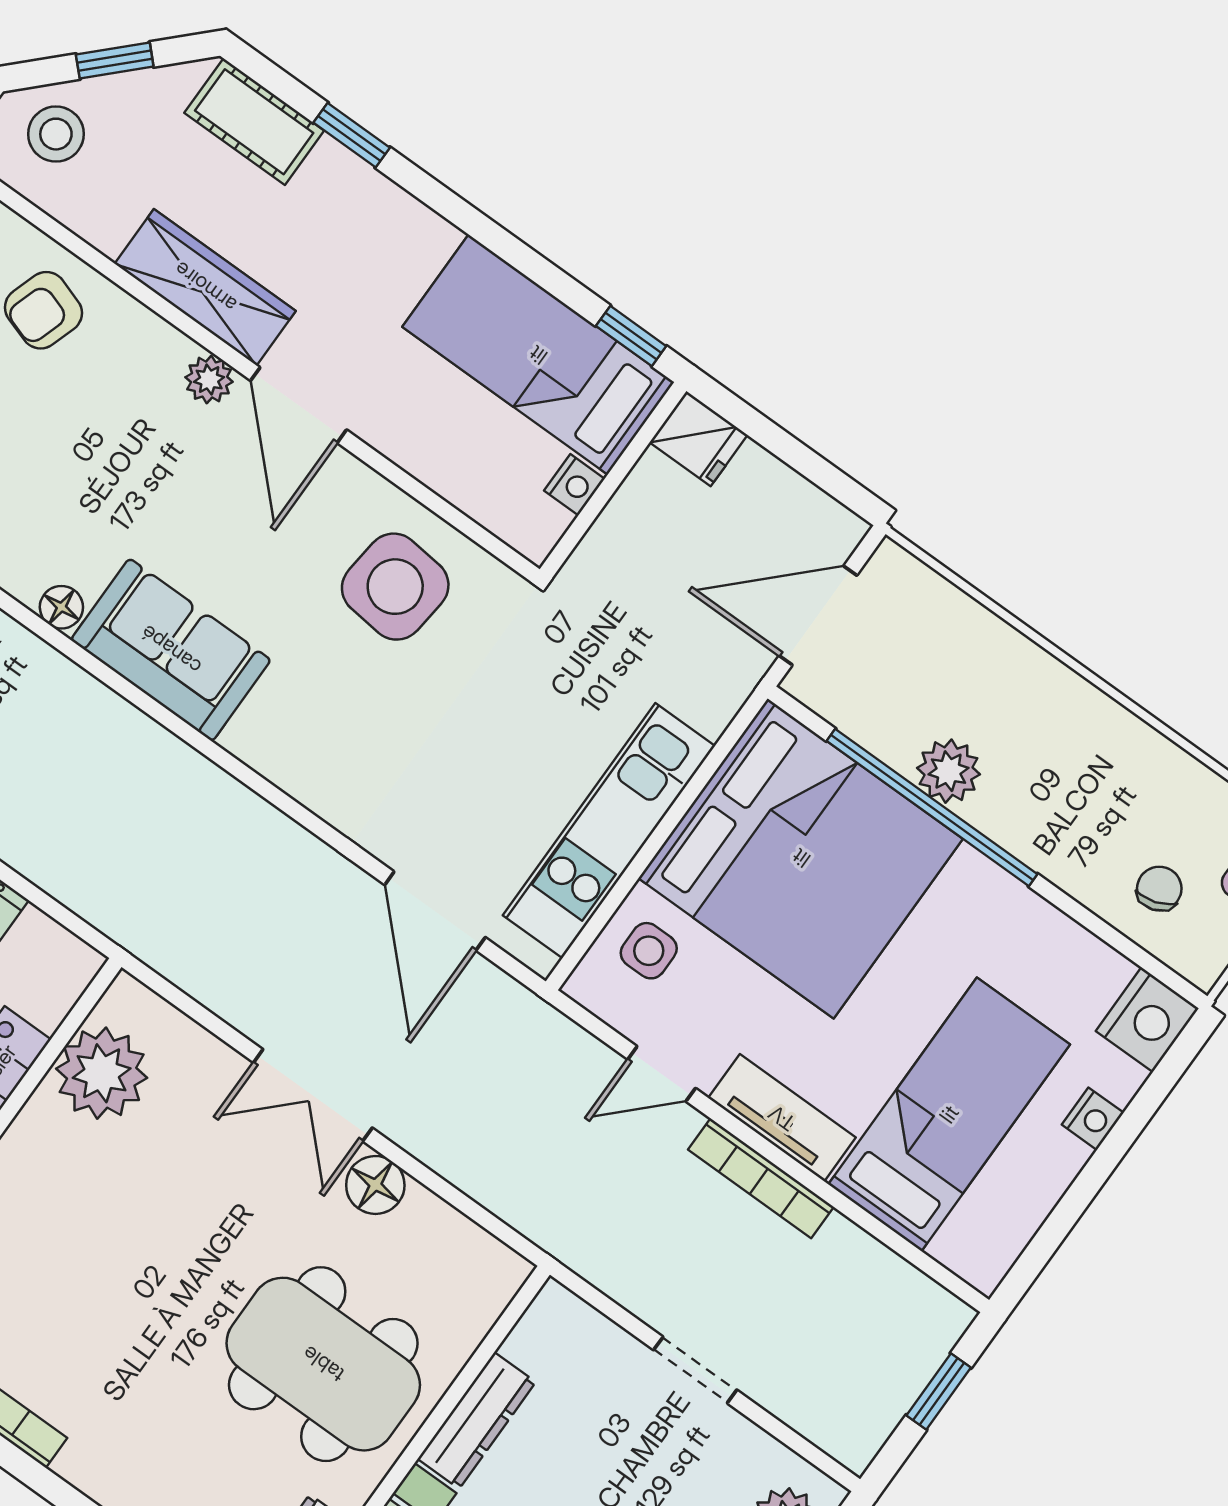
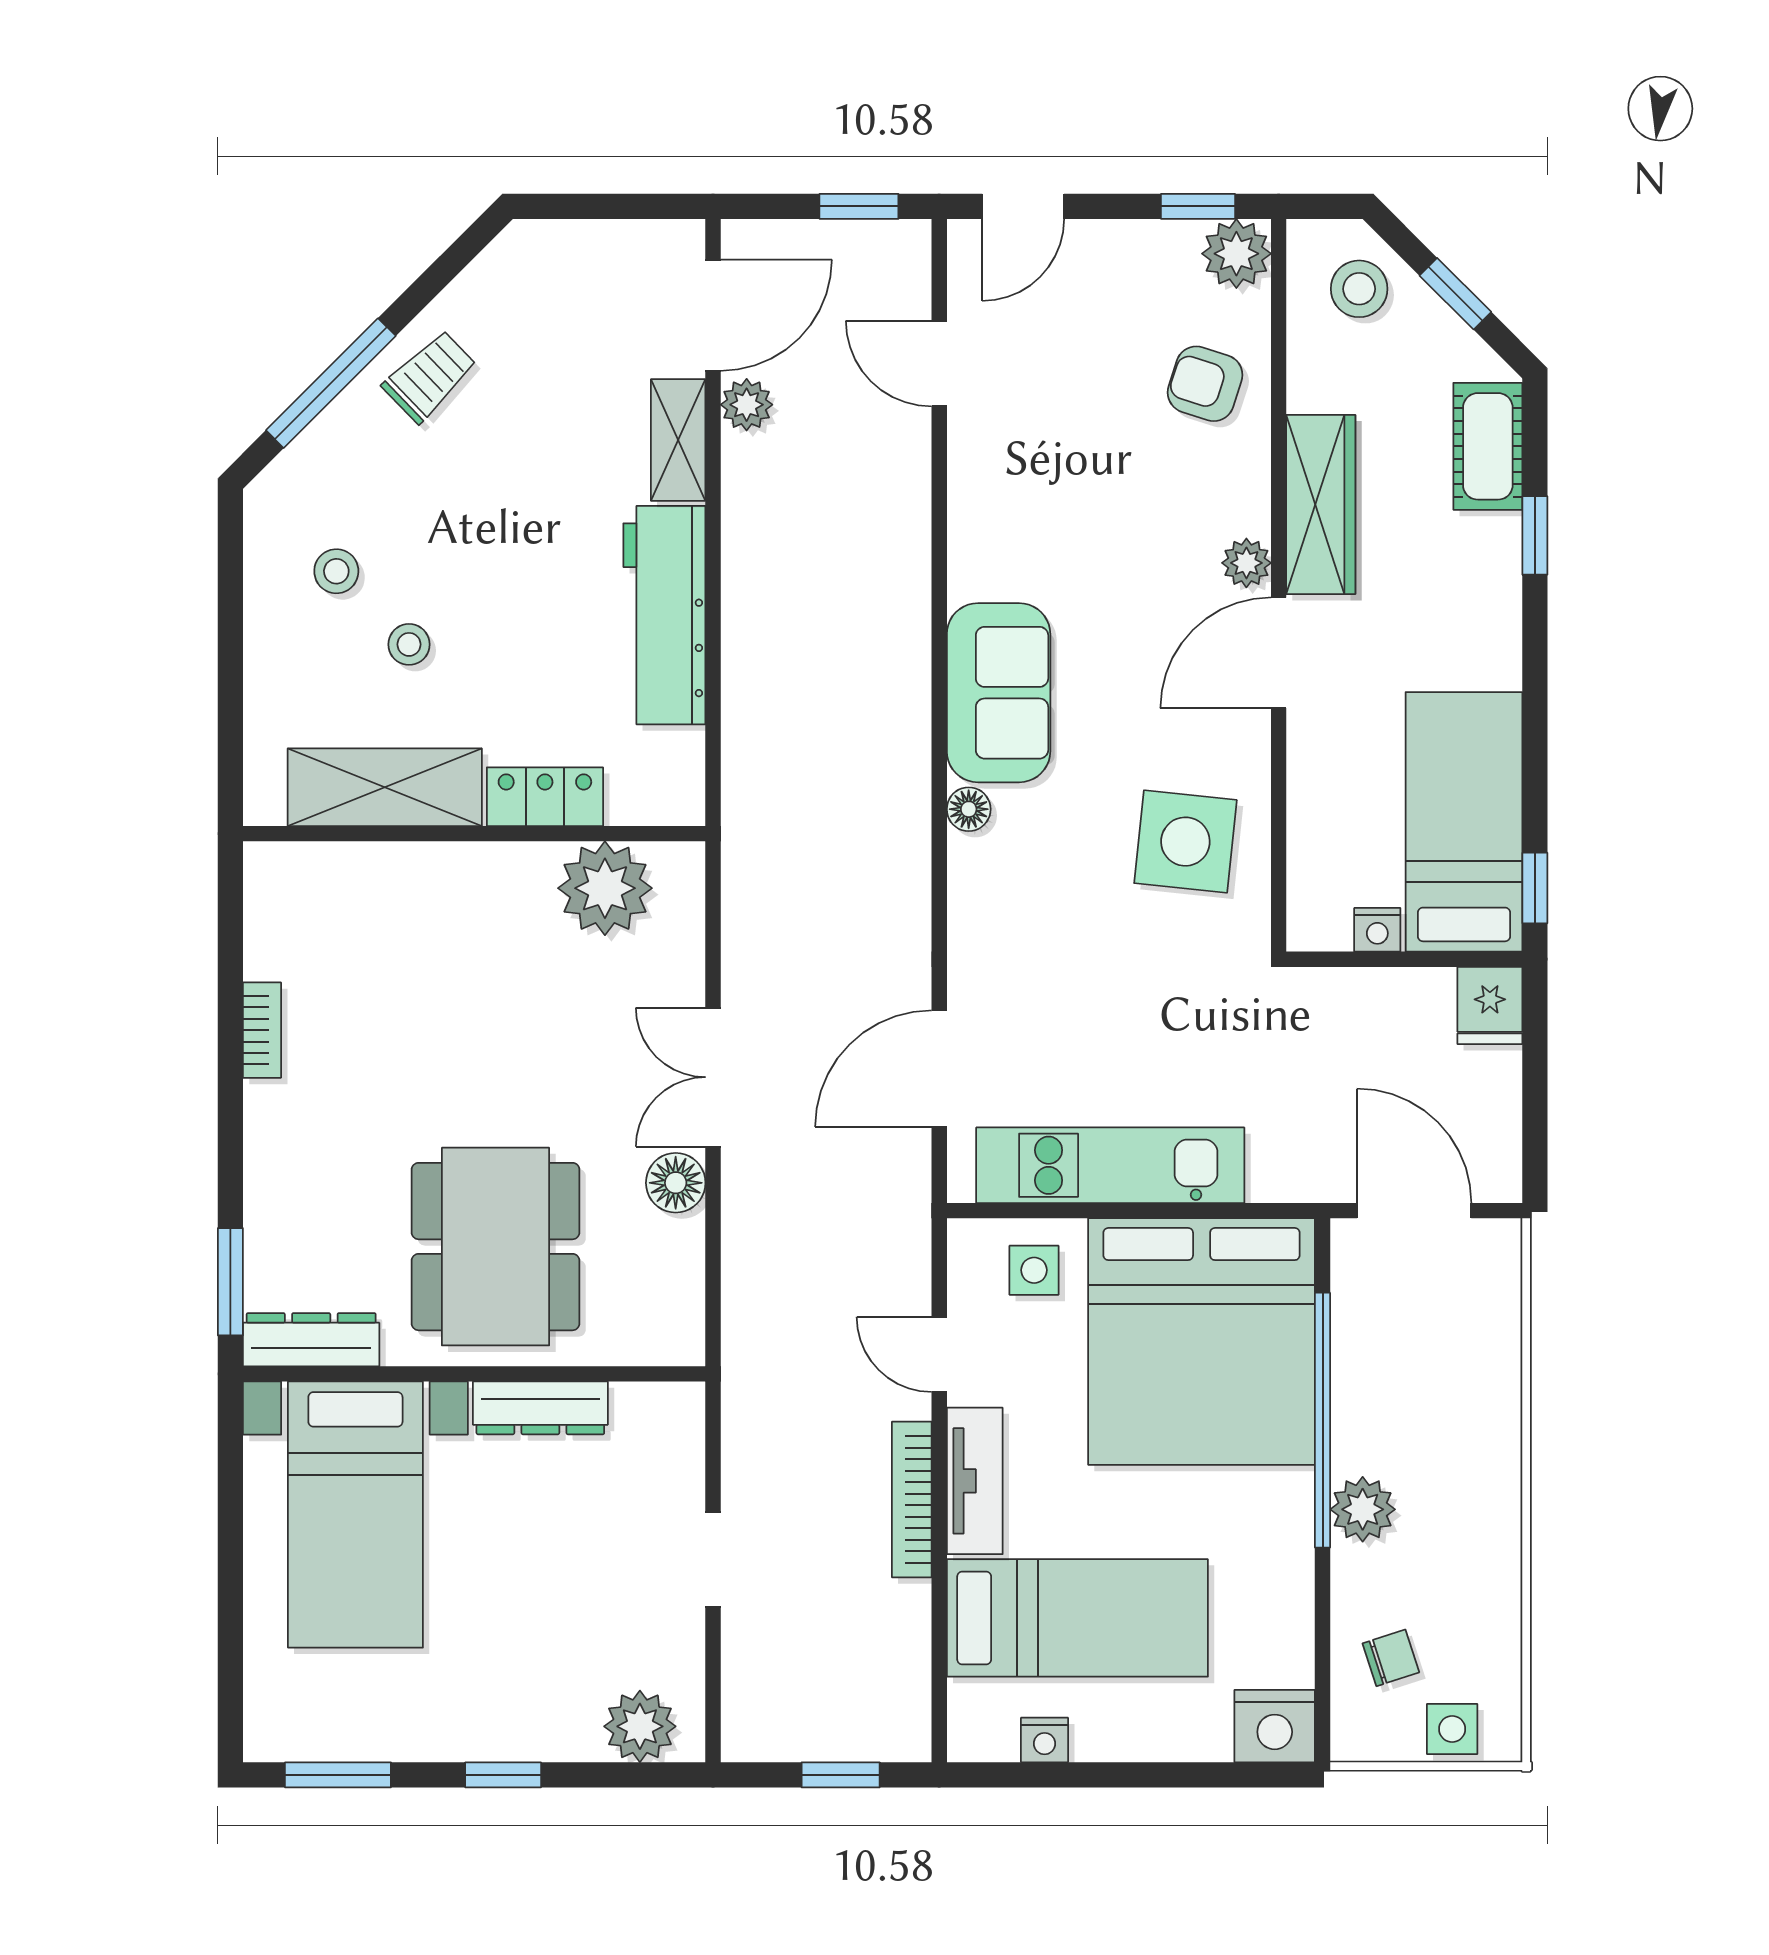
floor lamp: (61, 607) -> (969, 809), moved
plant: (948, 771) -> (1363, 1509), moved
nightstand: (1093, 1119) -> (1045, 1740), moved

